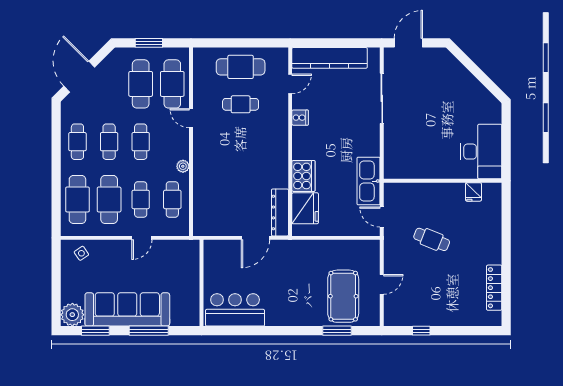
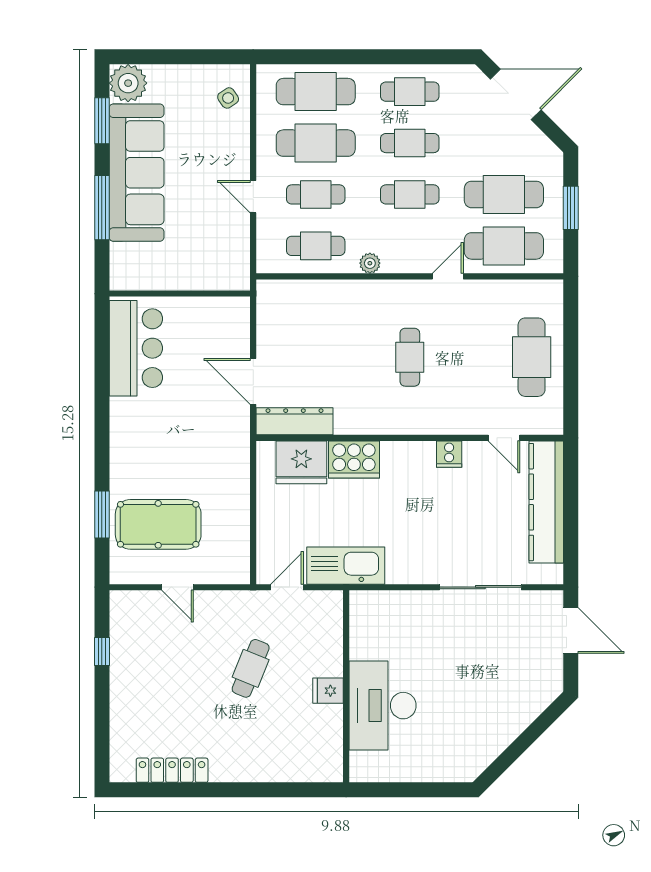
cafe table: (241, 104) -> (410, 357), moved
desk: (481, 152) -> (383, 706), moved, turned 90
fridge: (473, 192) -> (328, 691), moved

